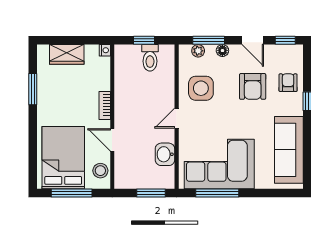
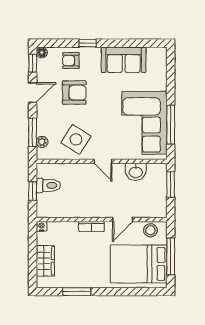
floor lamp: (222, 51) -> (42, 52), moved
side table: (201, 88) -> (76, 139), turned 32
sofa: (289, 150) -> (124, 60), width x0.73

